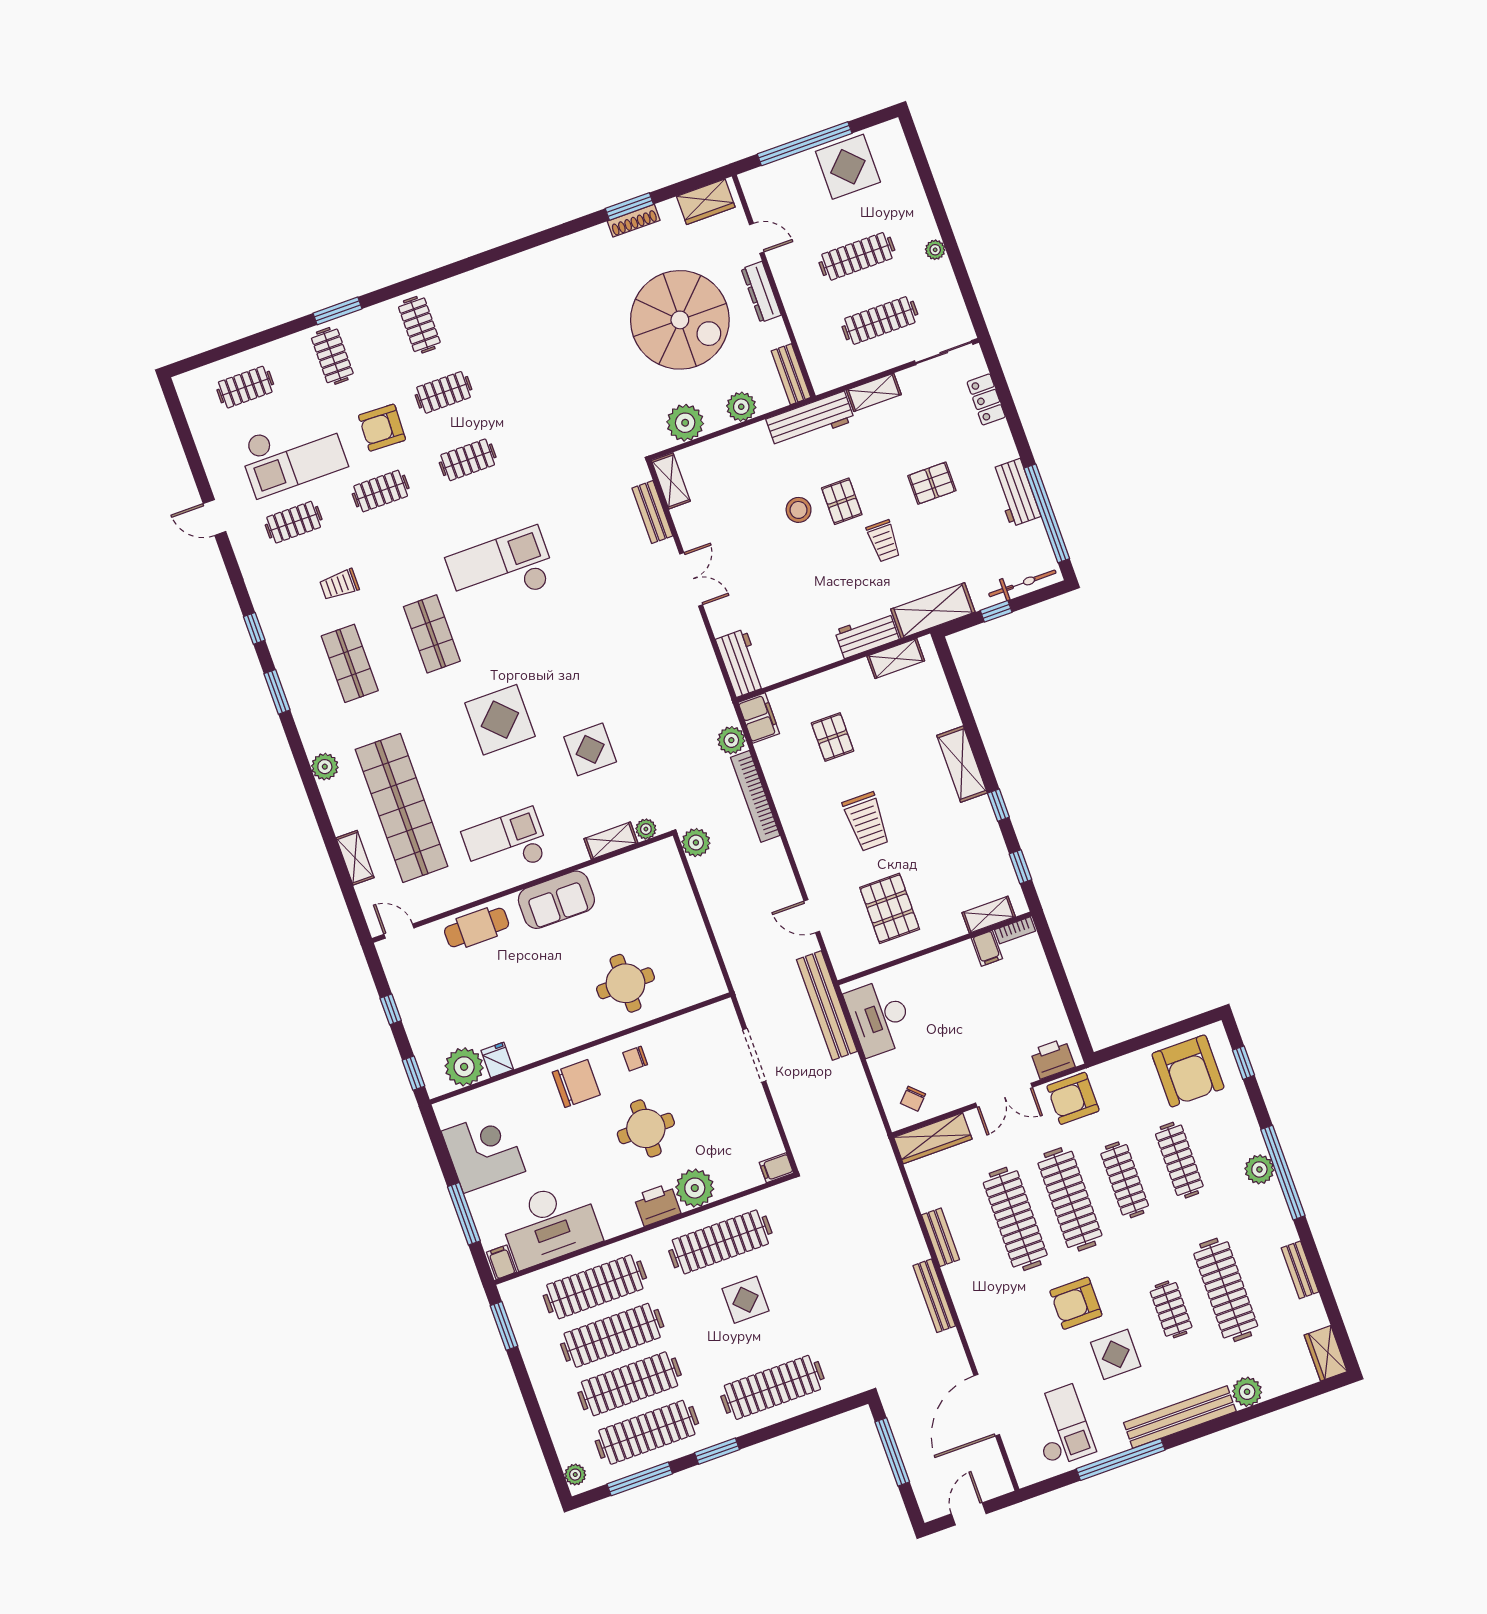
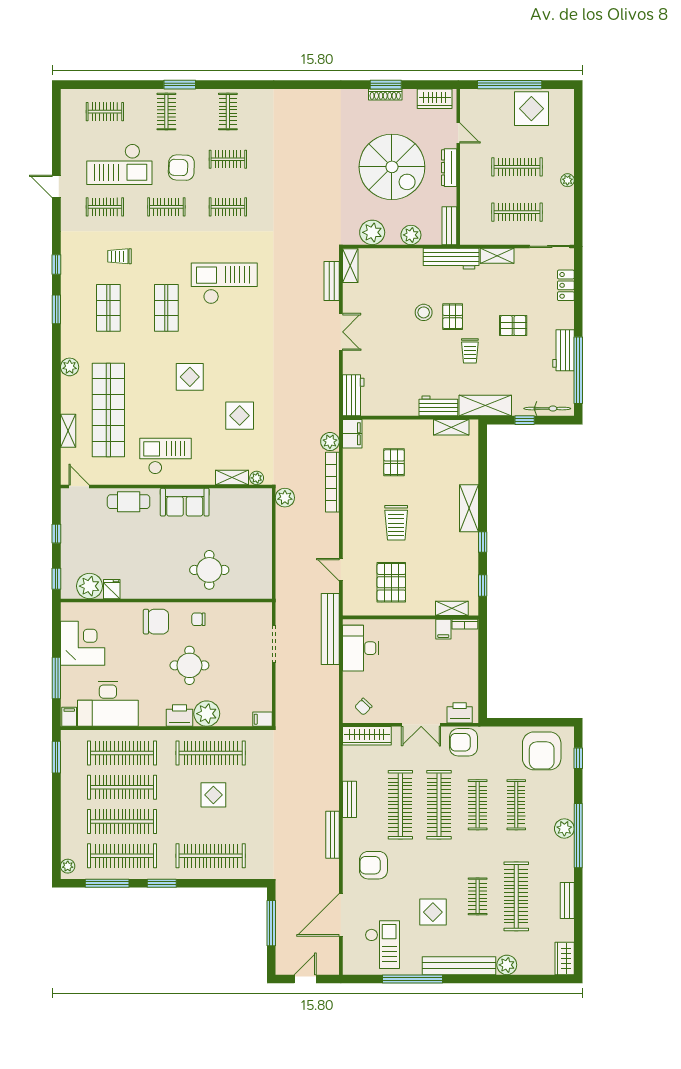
display table: (500, 720) -> (190, 377), width x0.73, depth x0.73
armchair: (1076, 1303) -> (373, 865), moved

